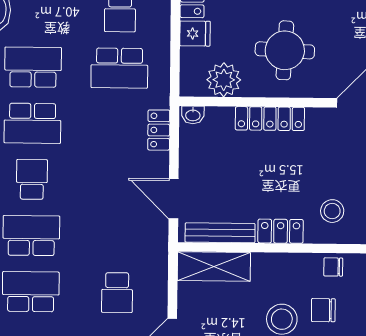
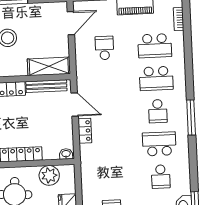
school desk: (33, 67) -> (161, 177), width x0.54
school desk: (119, 68) -> (110, 179), removed
locker: (159, 130) -> (85, 131), moved

